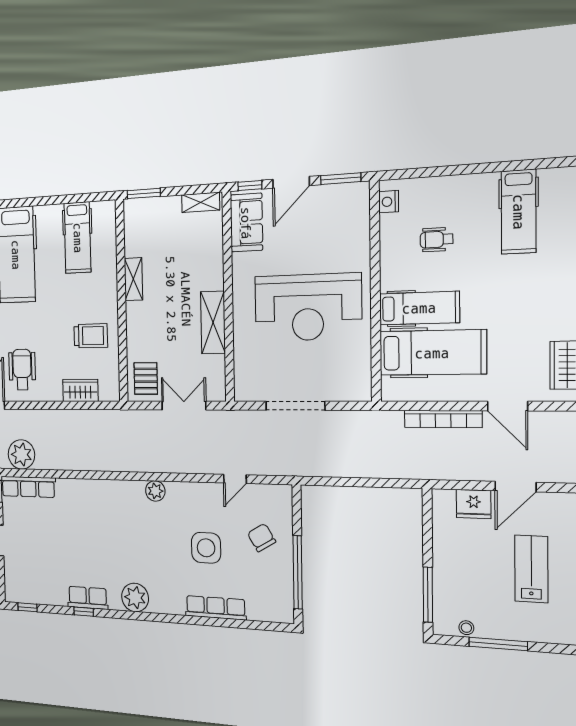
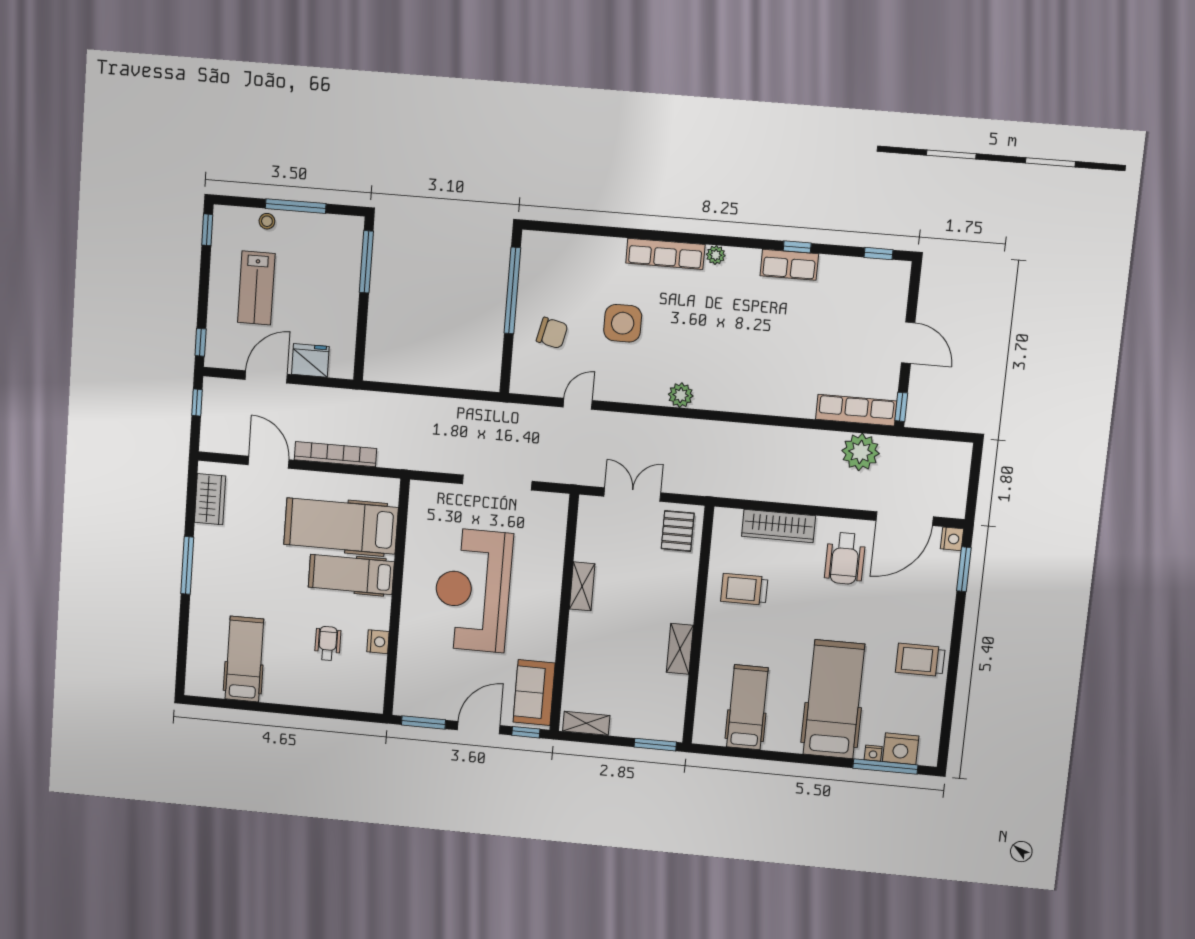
nightstand: (389, 202) -> (378, 642), moved
wheelchair: (437, 240) -> (328, 643), turned -90
reception desk: (308, 307) -> (473, 590), turned -90
shelving: (213, 322) -> (582, 586), width x0.67, depth x0.75
wardrobe: (80, 390) -> (779, 526), width x1.50
double door: (184, 406) -> (632, 494), swing flipped
chair: (262, 538) -> (552, 333), turned -46
plant: (135, 597) -> (716, 255), width x0.53, depth x0.53
row of seats: (216, 608) -> (665, 254), moved
stool: (466, 628) -> (267, 221), moved

